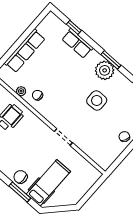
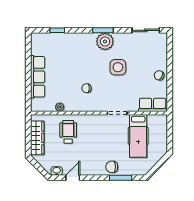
row of seats: (77, 43) -> (153, 105), moved, turned 180
chair: (38, 95) -> (87, 88), moved
hospital bed: (48, 183) -> (138, 136), moved, turned 180

